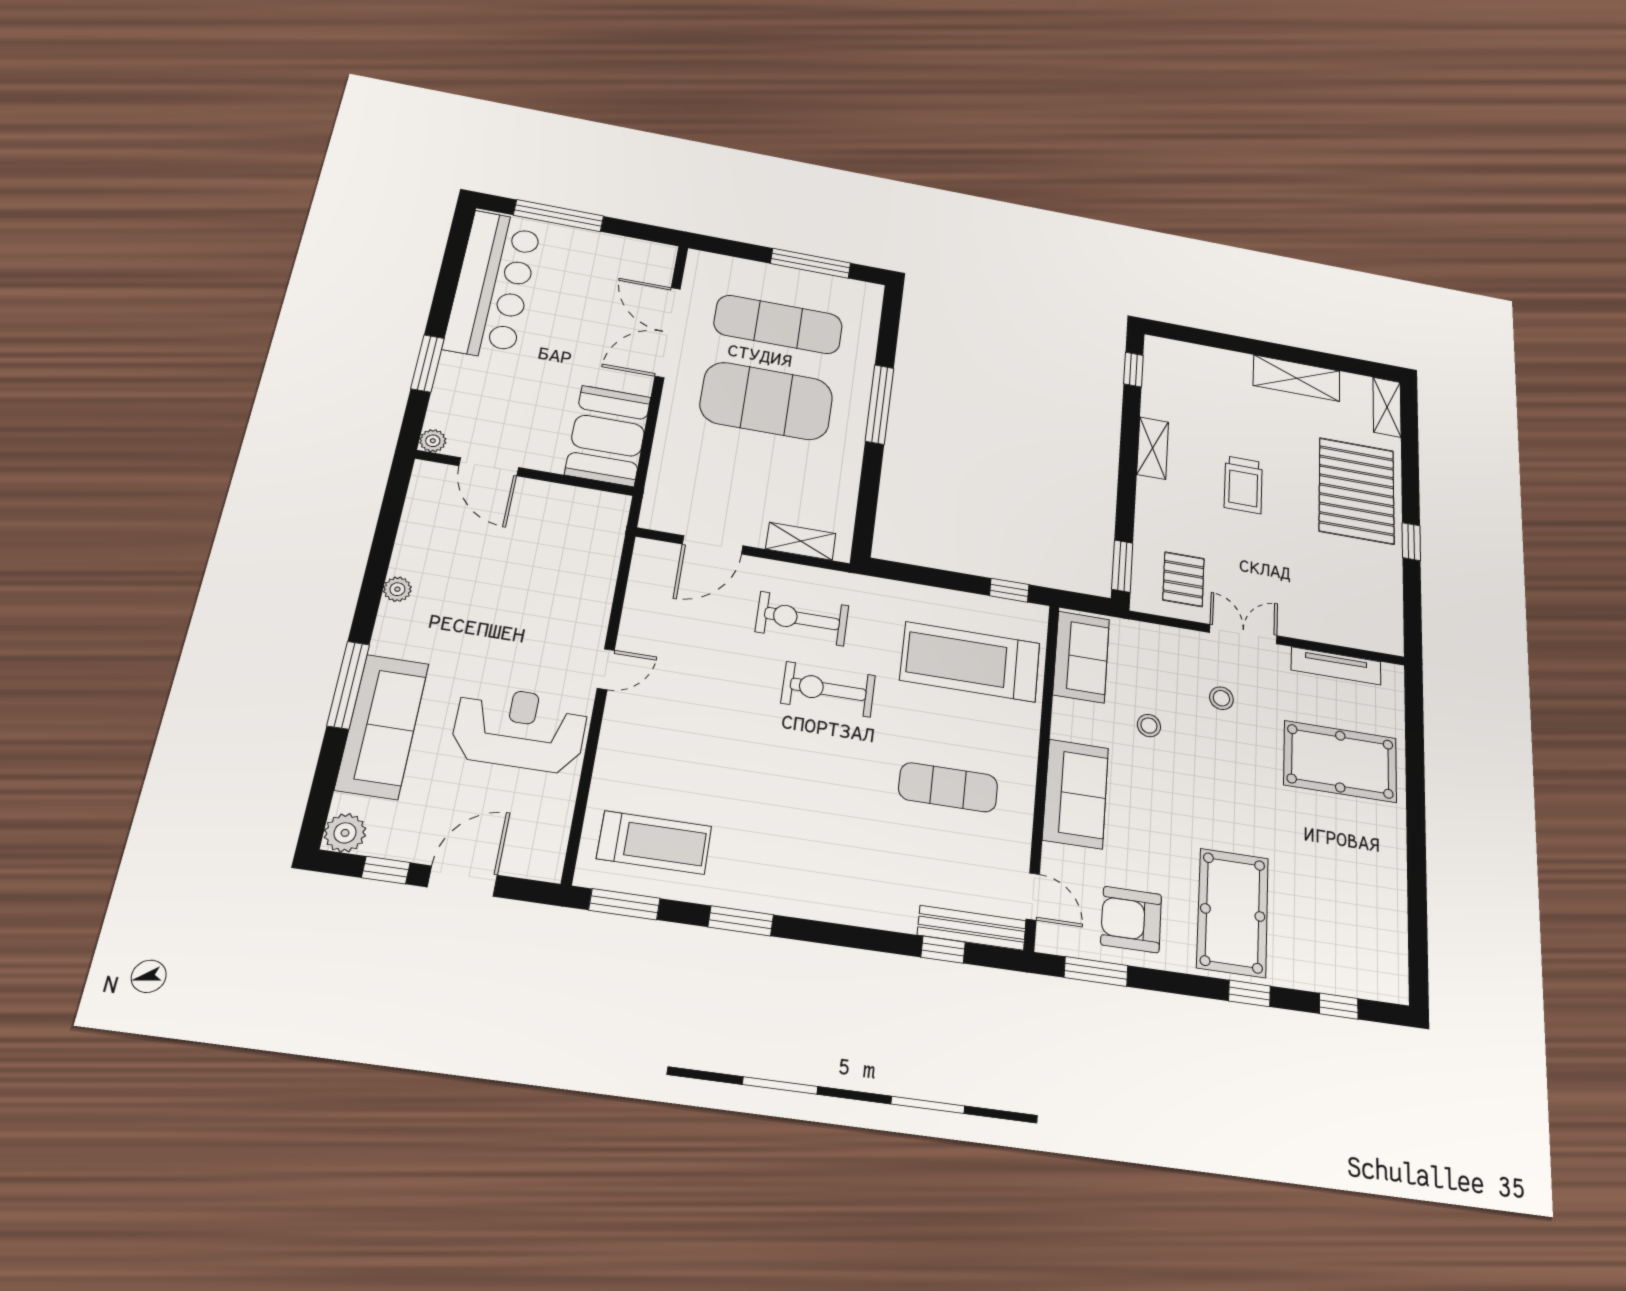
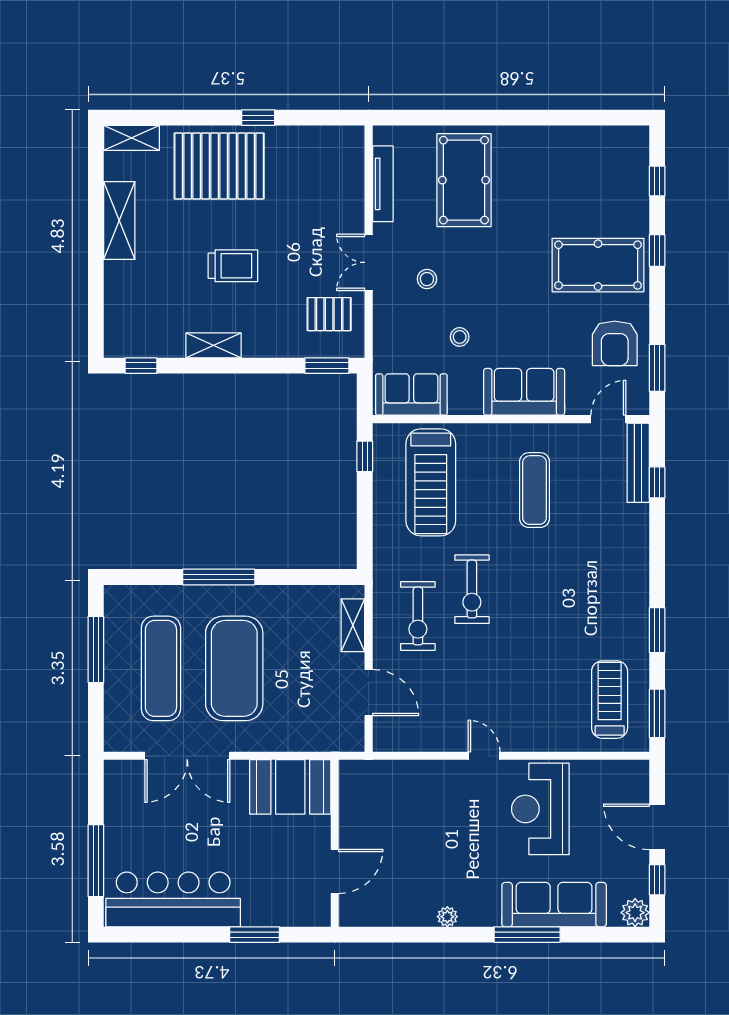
plant: (433, 441) -> (321, 917), removed

